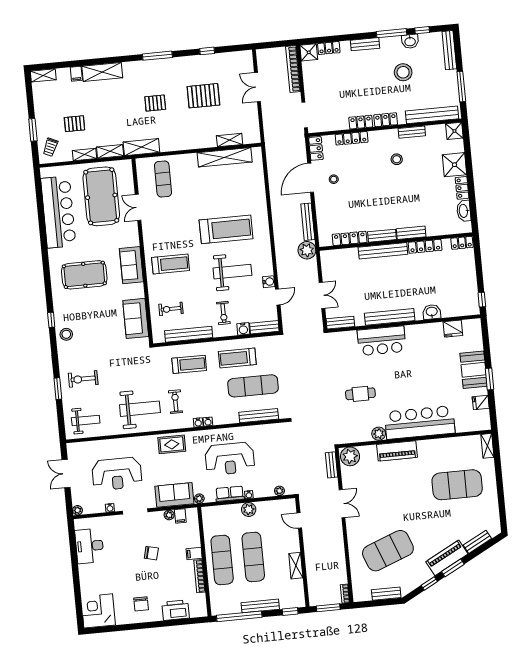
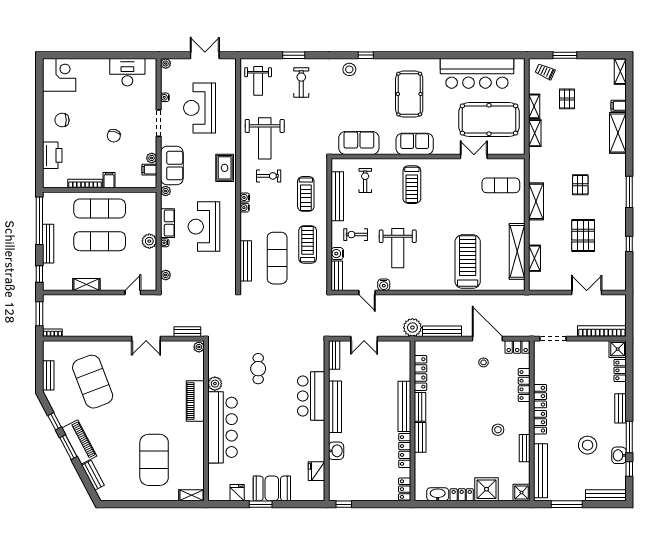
shelving: (141, 147) -> (536, 201), moved
treadmill: (226, 229) -> (468, 262), moved, turned 180
plant: (350, 456) -> (199, 347), width x0.53, depth x0.53

